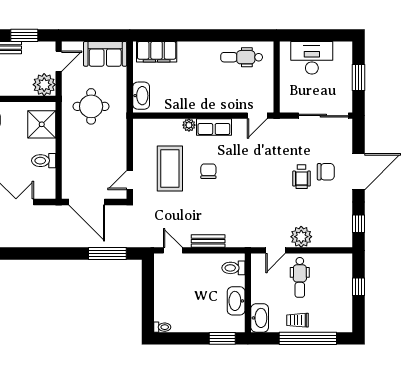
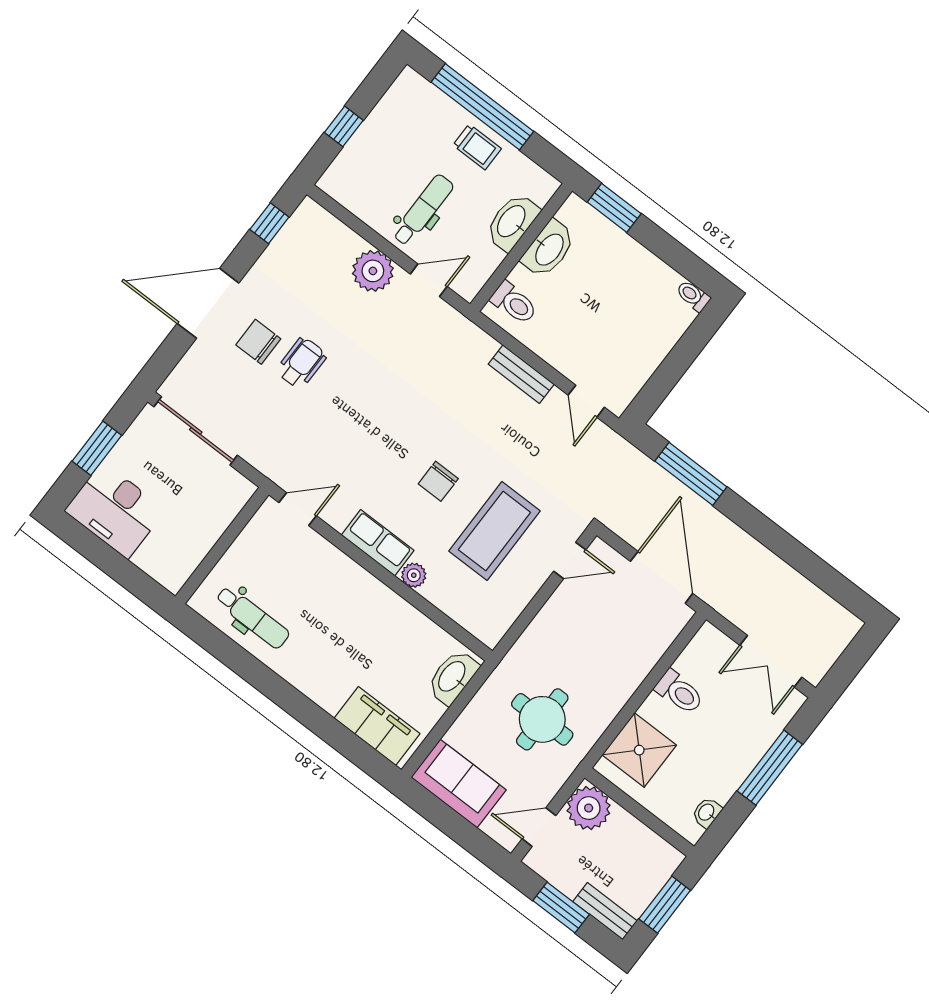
desk: (312, 58) -> (115, 510), moved
washbasin: (260, 318) -> (512, 222), moved

